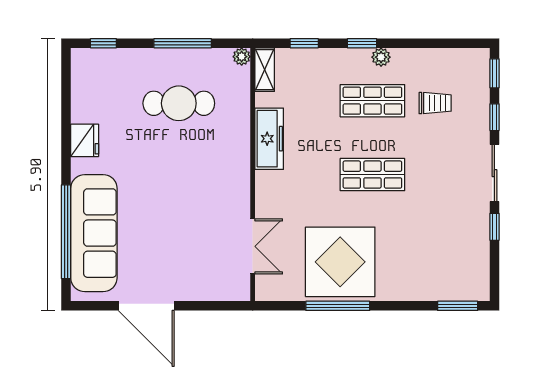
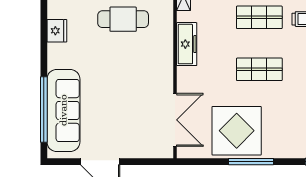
fridge: (85, 140) -> (57, 31), moved
double door: (253, 246) -> (175, 120), width x1.37
window: (338, 306) -> (251, 162), moved

